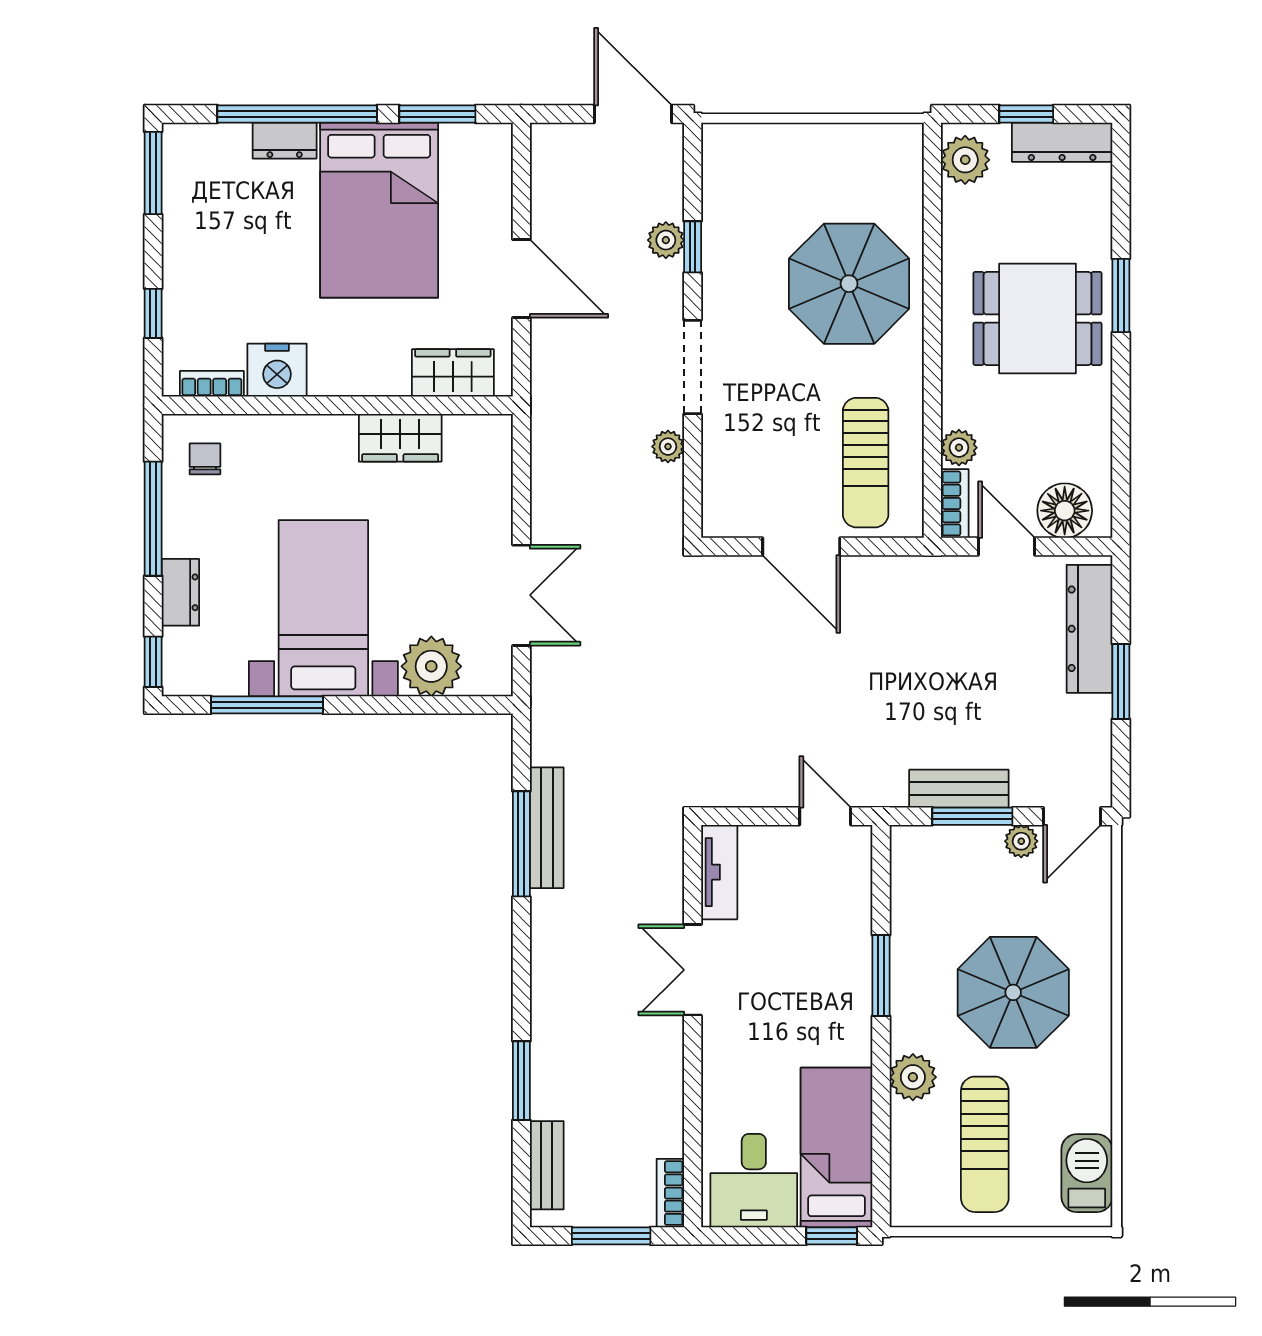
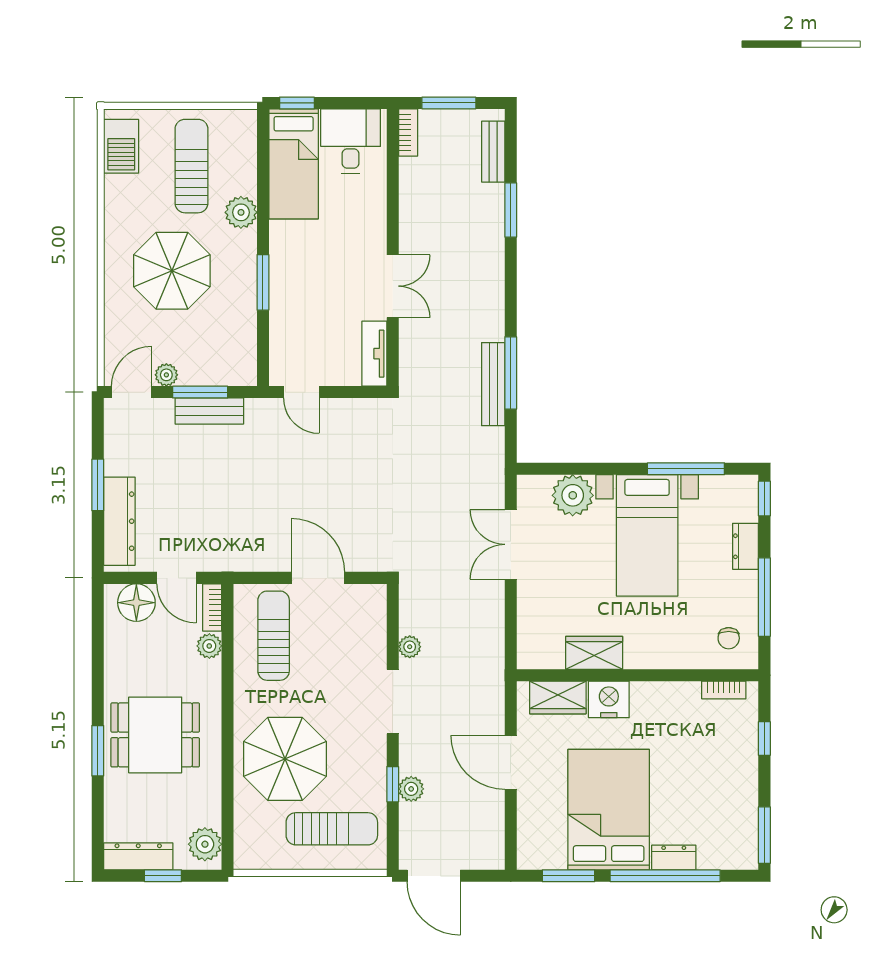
sun lounger: (781, 182) -> (332, 829), added
nightstand: (277, 370) -> (609, 699), moved

